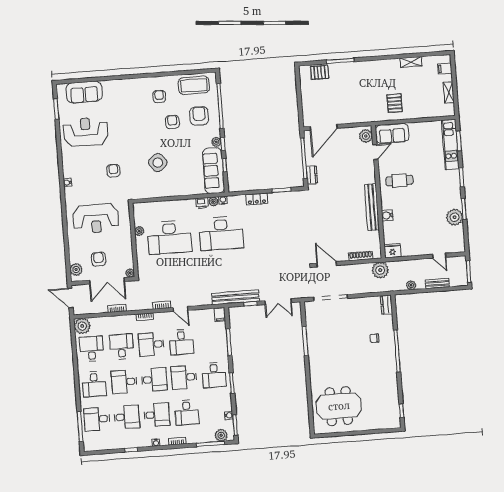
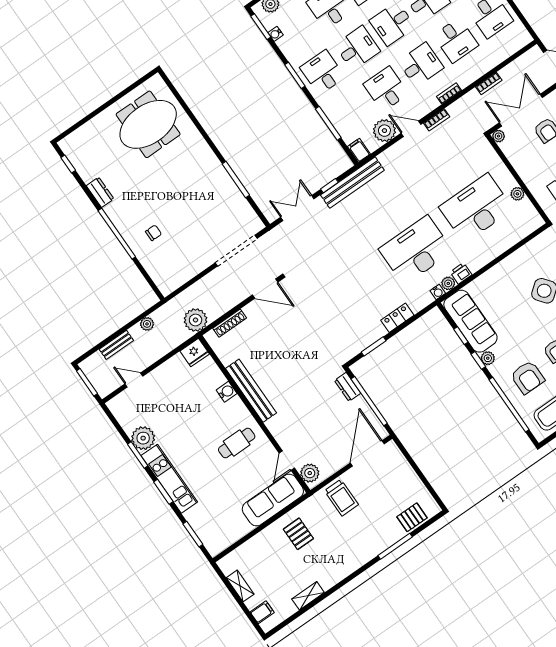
trolley: (355, 110) -> (341, 498), added
sofa: (392, 133) -> (273, 500), width x1.36
kitchen unit: (450, 144) -> (169, 479), moved
dresser: (387, 305) -> (100, 192), moved
plant: (82, 326) -> (384, 131), moved

